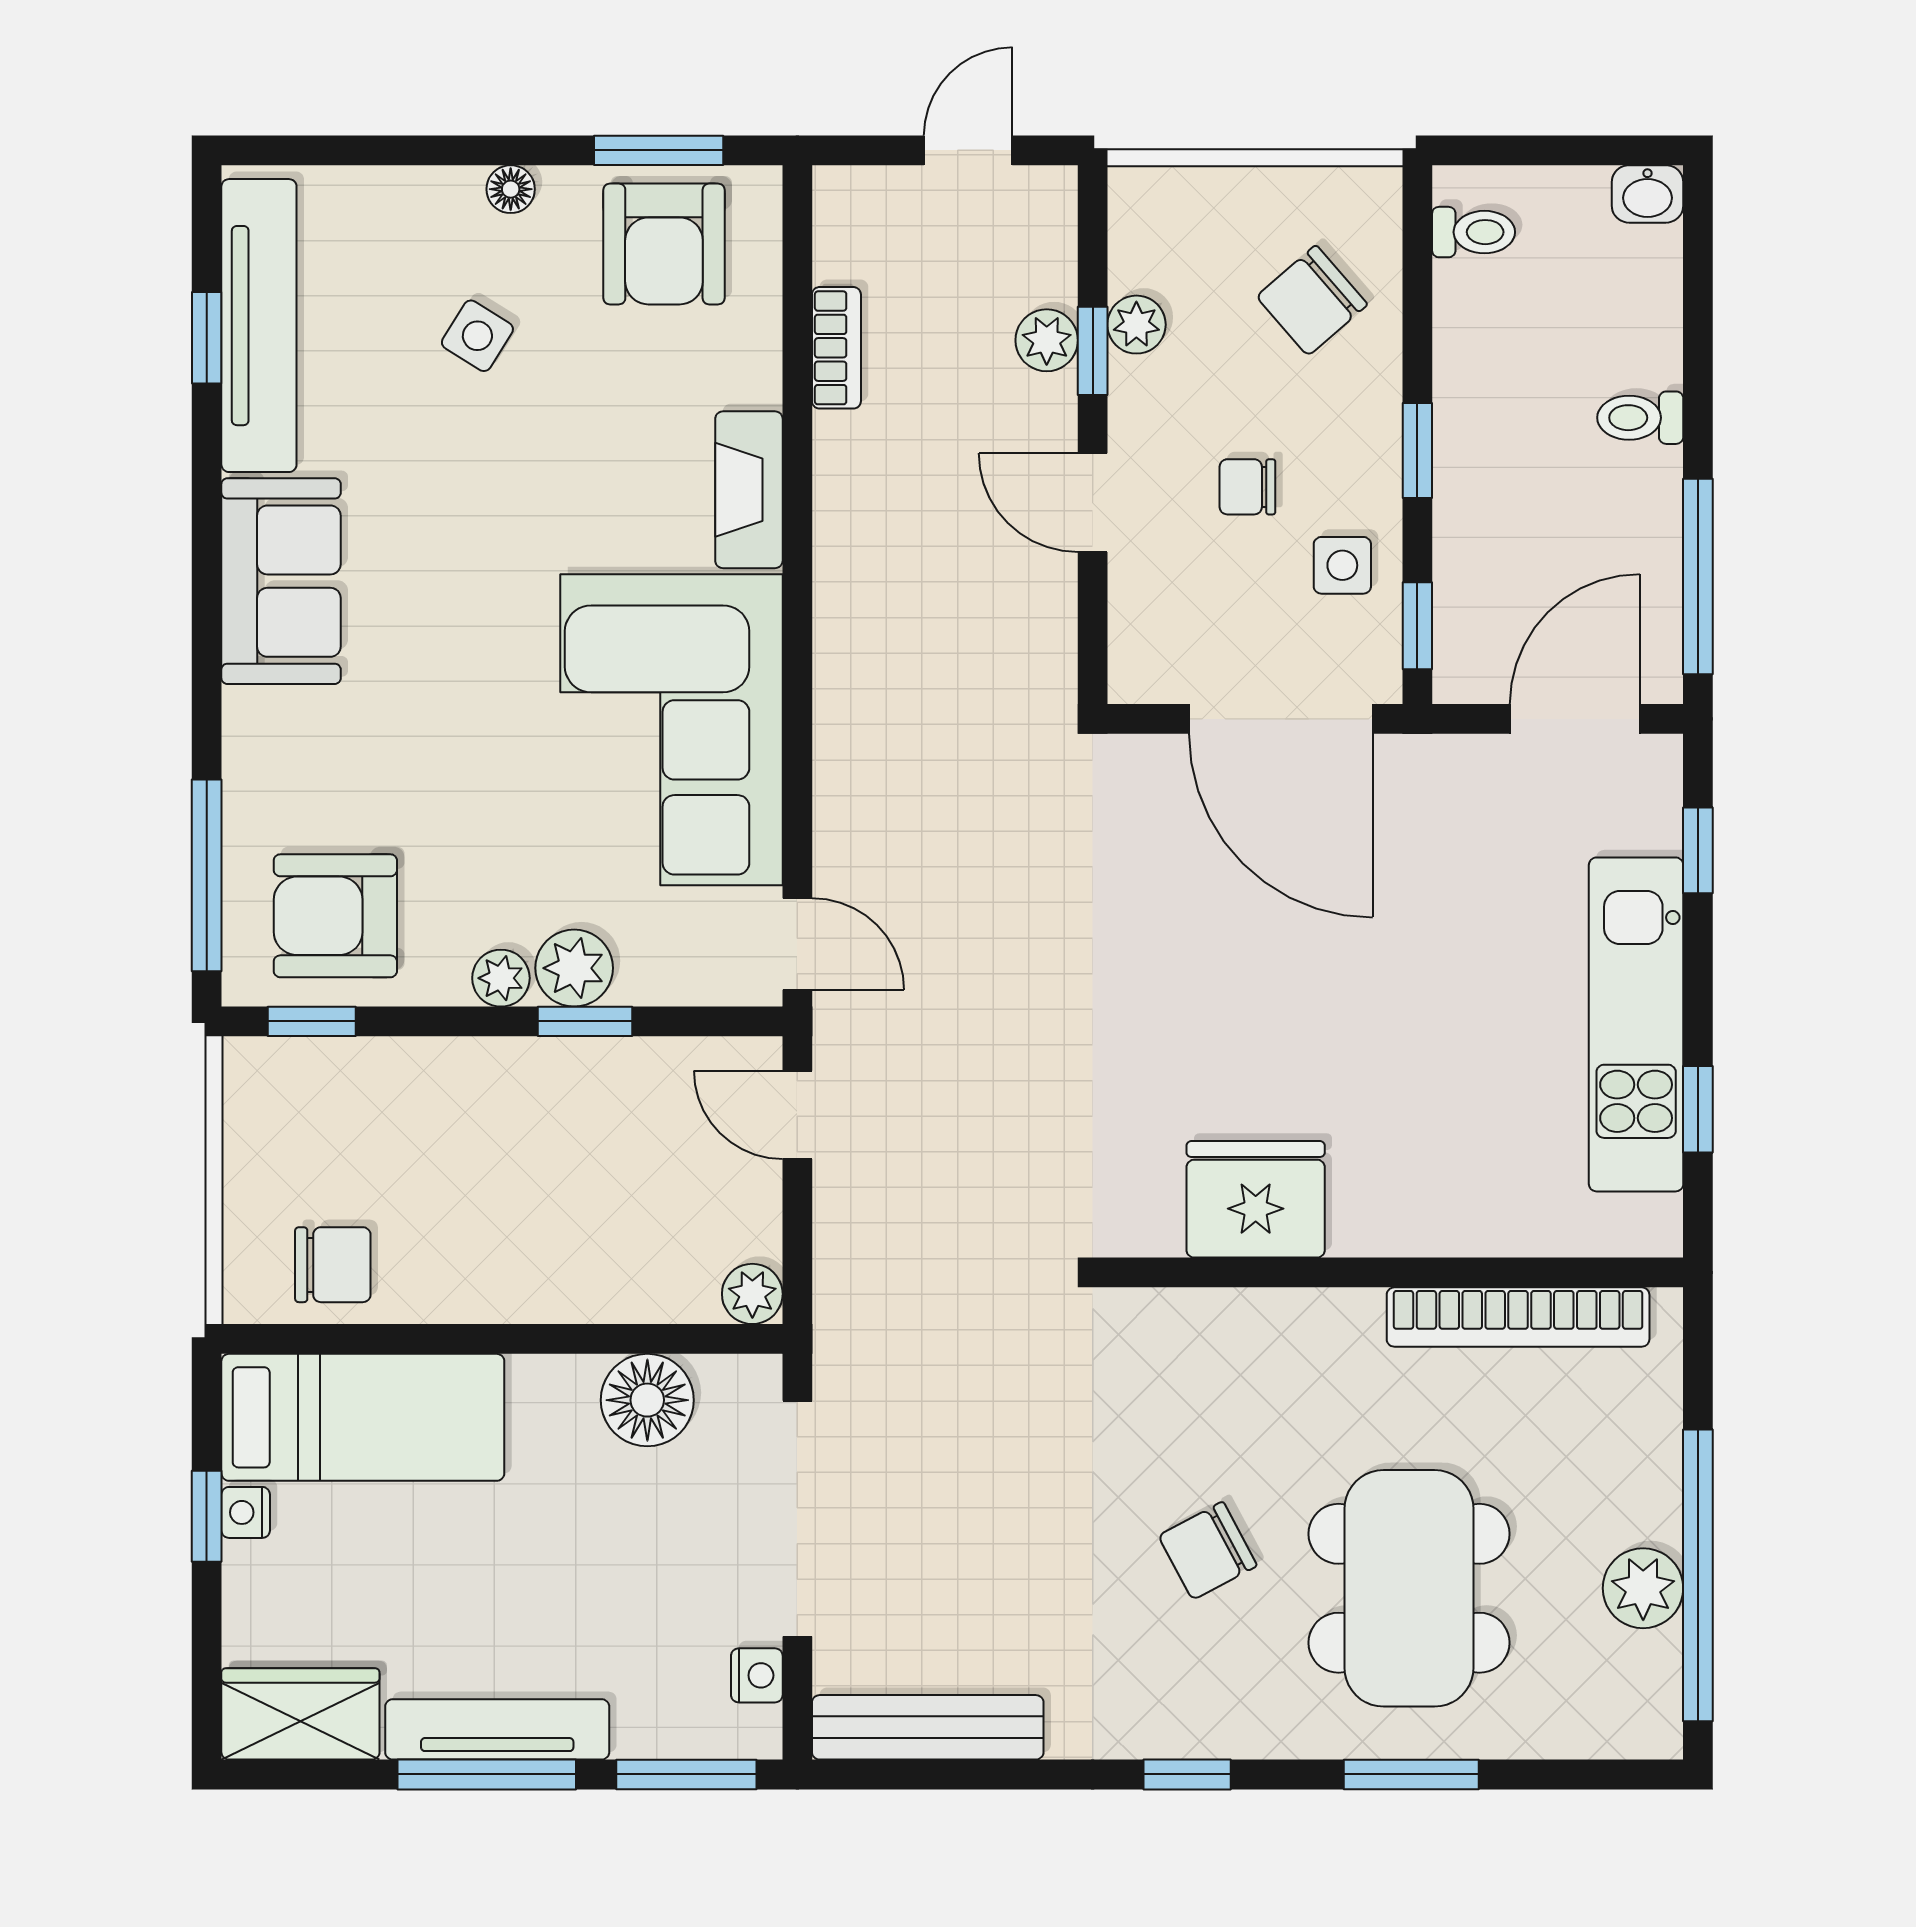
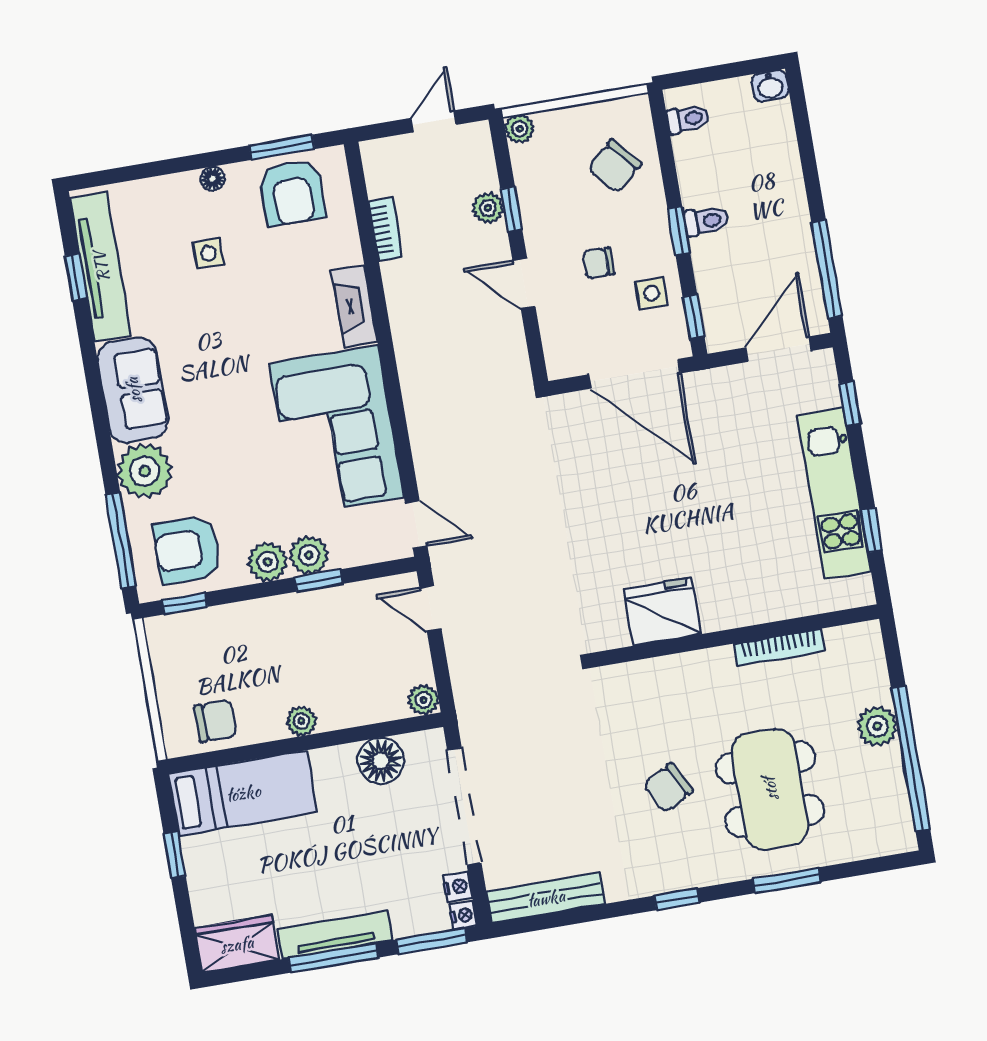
plant: (1136, 325) -> (520, 129), moved
side table: (477, 336) -> (208, 253), turned -32
toilet: (1640, 418) -> (706, 221), moved, turned 180
plant: (277, 746) -> (145, 471), added
plant: (501, 978) -> (268, 562), width x1.38, depth x1.38
plant: (503, 1294) -> (301, 721), added
bookcase: (1518, 1317) -> (779, 647), width x0.68, depth x0.76
nightstand: (246, 1512) -> (463, 915), moved, turned 180
plant: (1643, 1588) -> (877, 726), moved

